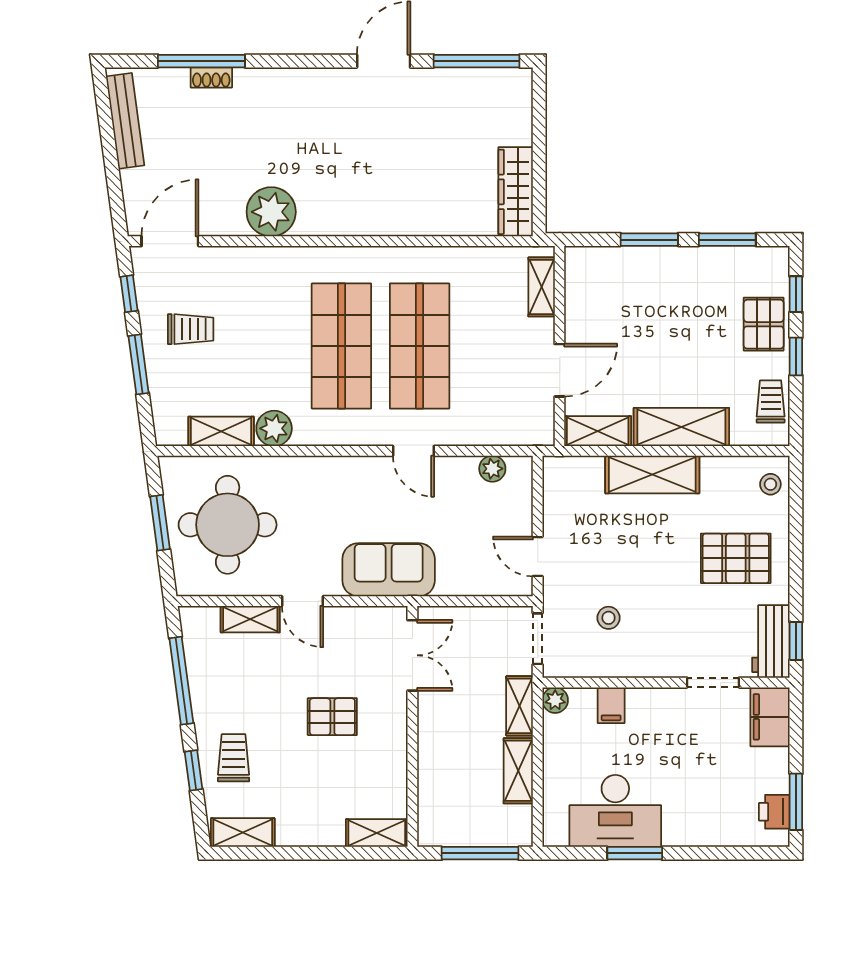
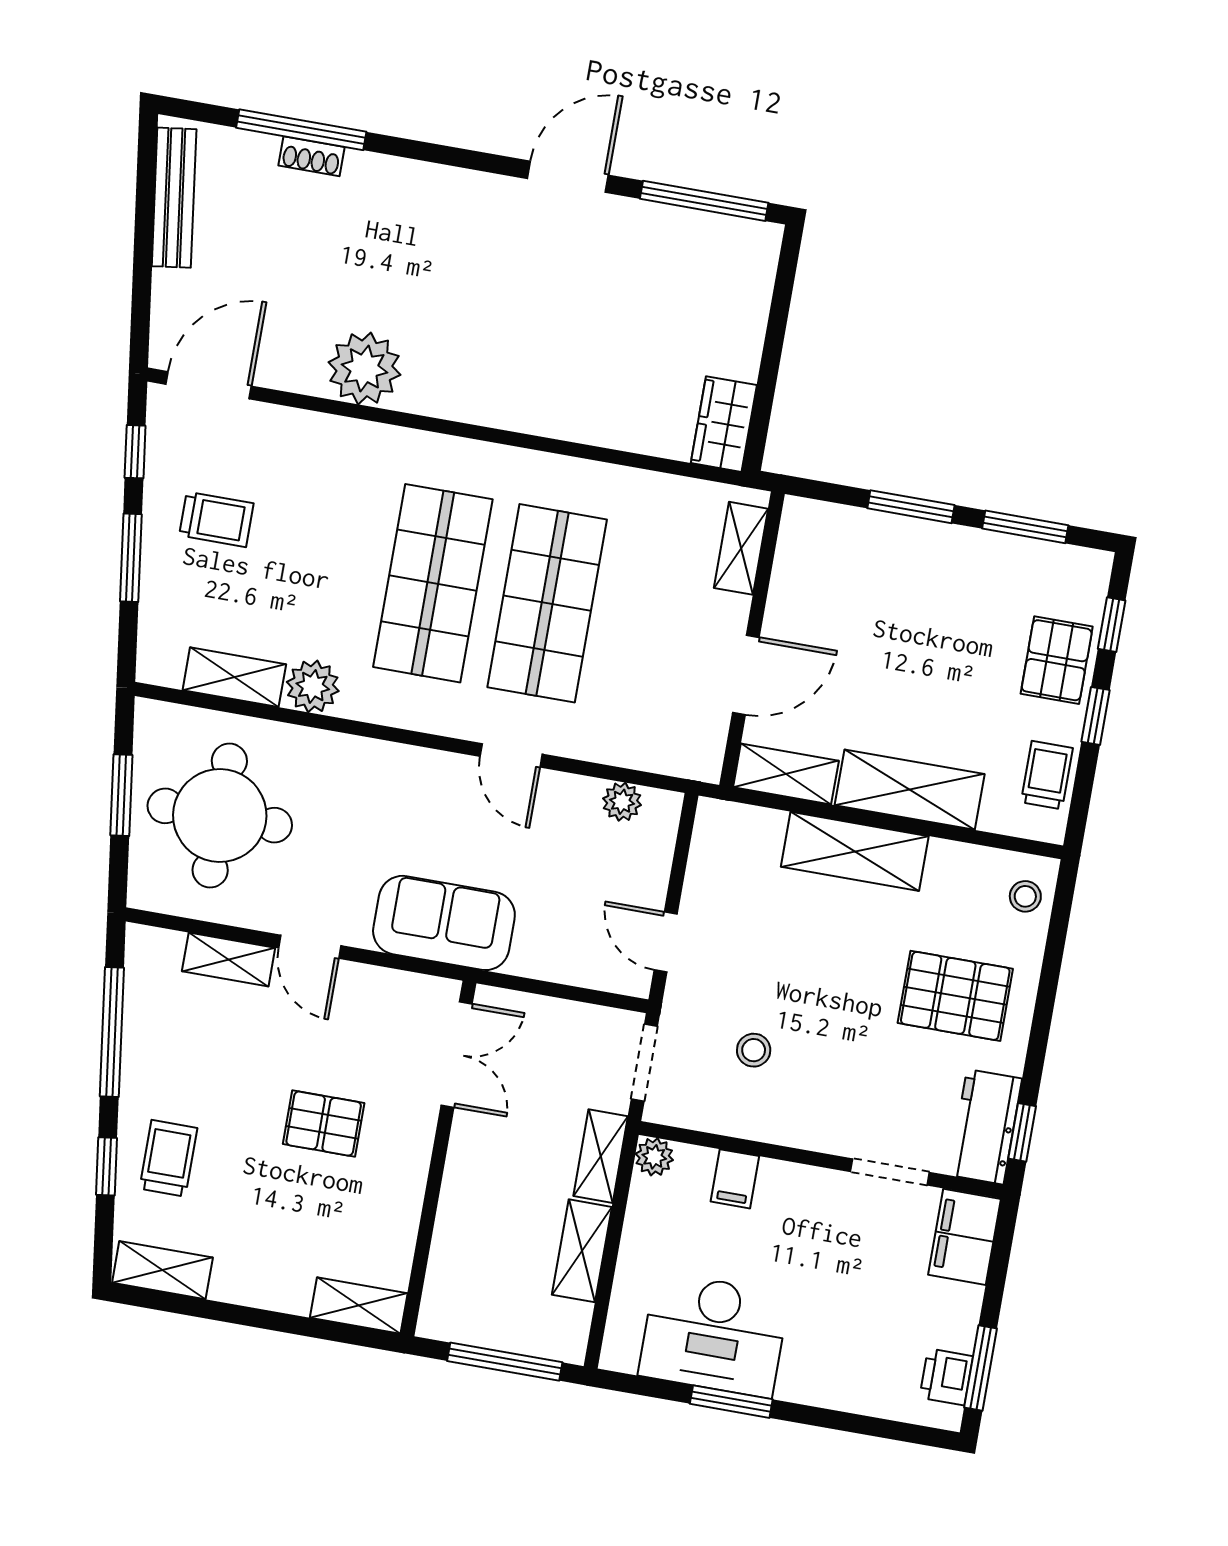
wardrobe: (516, 192) -> (724, 424), width x0.67

